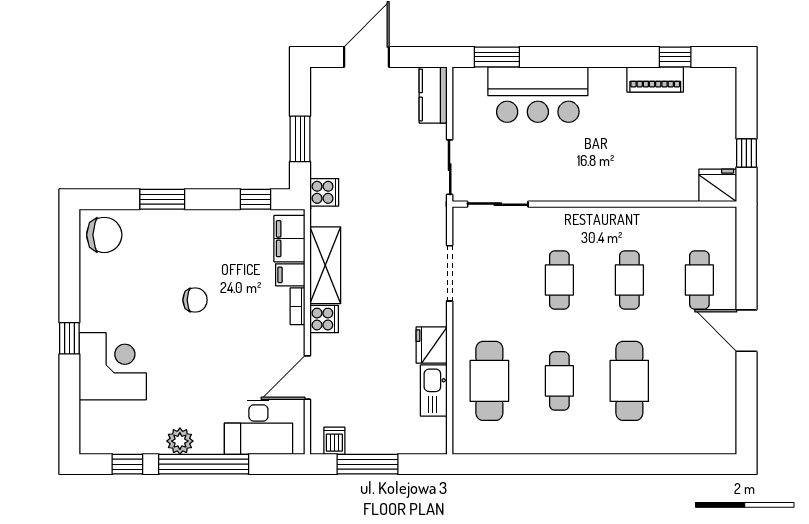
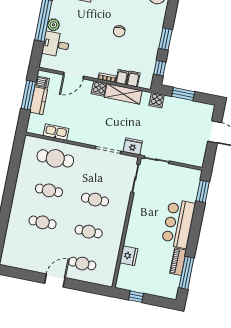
window: (675, 57) -> (186, 273), width x2.17
kitchen counter: (433, 95) -> (39, 101), moved, turned 90
bar counter: (538, 95) -> (178, 224), moved
fridge: (718, 185) -> (129, 256), moved
window: (162, 199) -> (166, 39), moved
filing cabinet: (289, 239) -> (133, 79), width x0.50
fridge: (432, 345) -> (133, 146), moved
door: (307, 378) -> (73, 76), swing flipped
cafe table: (629, 381) -> (43, 222), width x0.73, depth x0.74
desk: (258, 427) -> (56, 44), width x0.73
plant: (180, 441) -> (53, 25), moved

